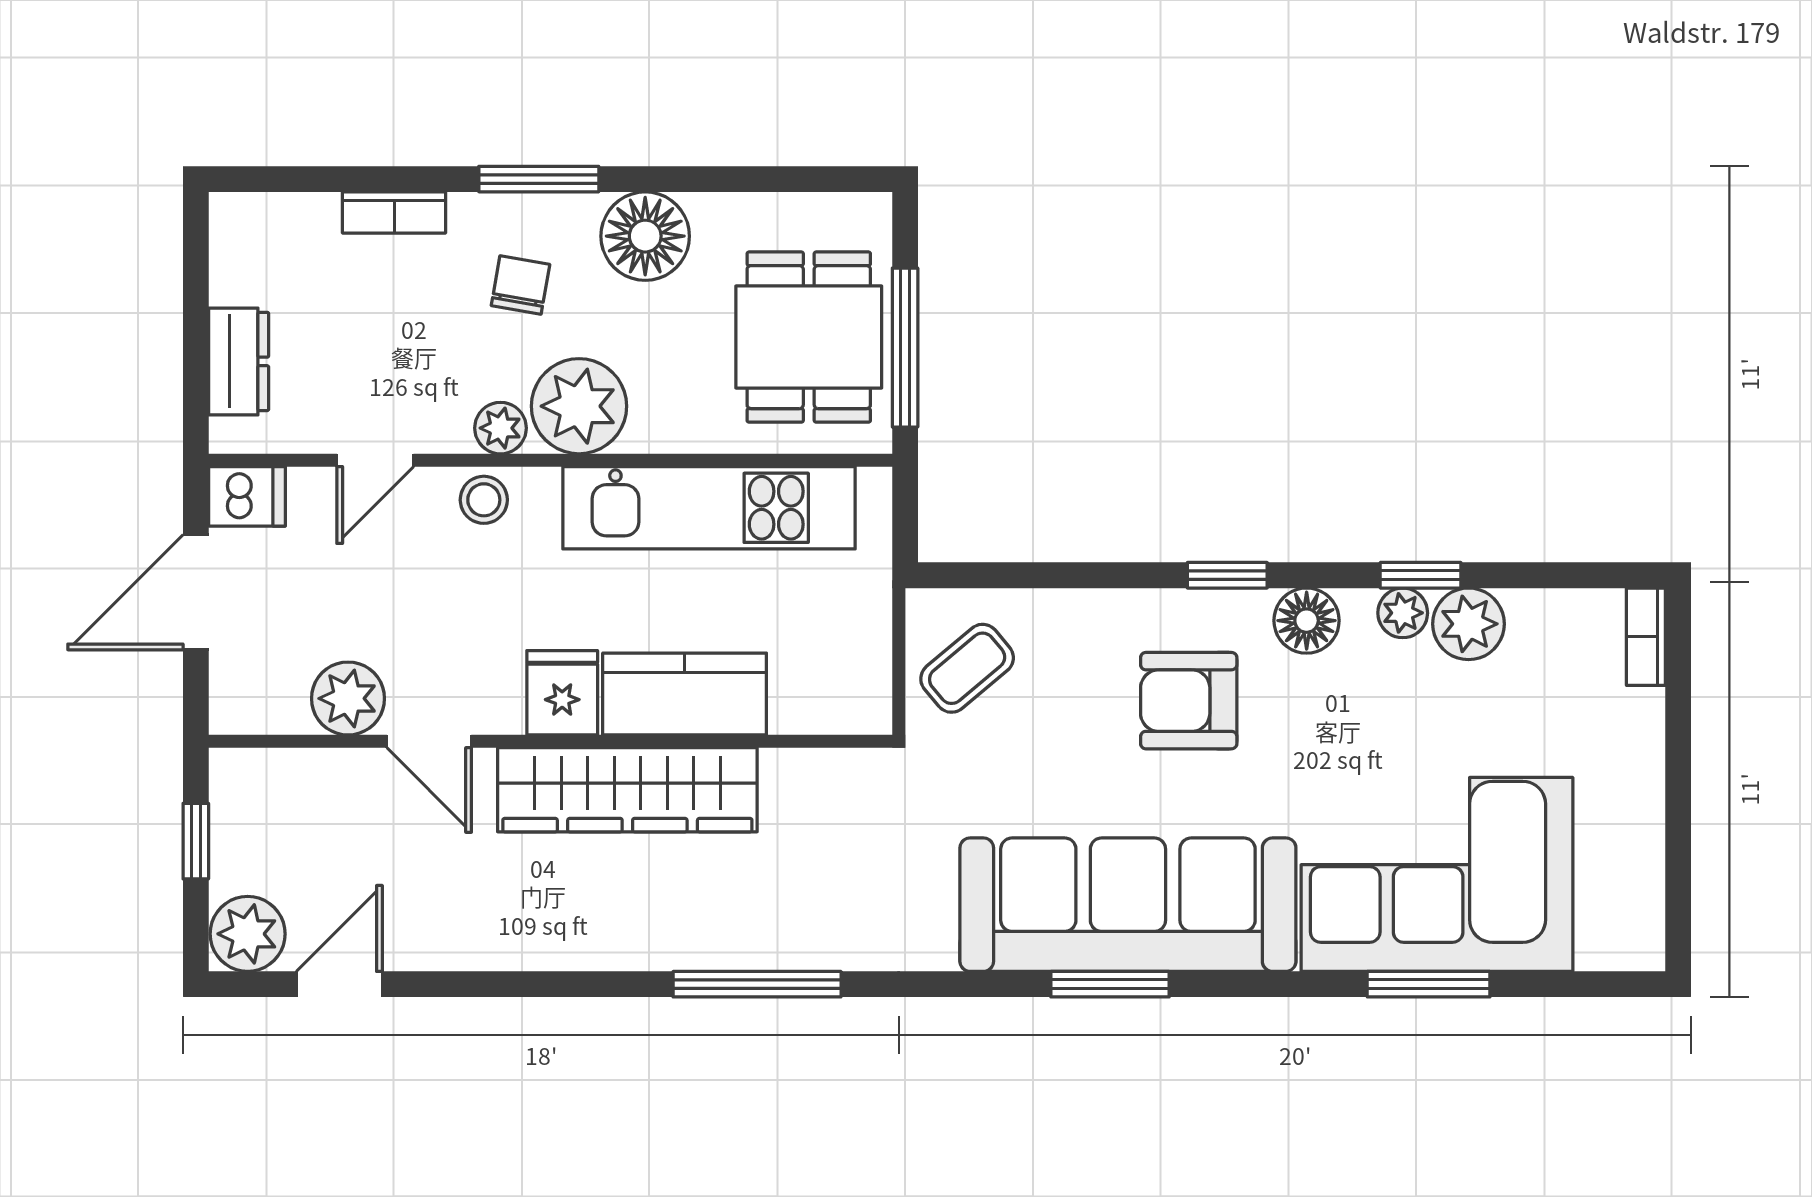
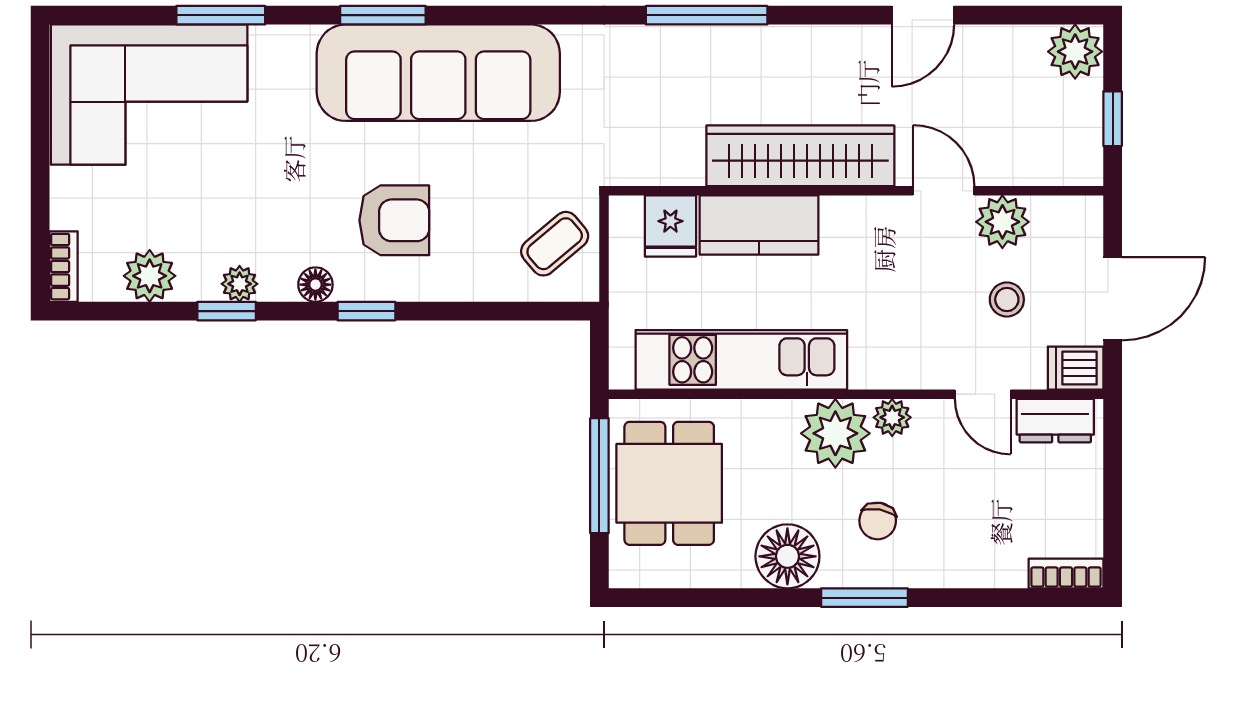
bookcase: (394, 212) -> (1066, 573), moved
dresser: (239, 361) -> (1055, 421), moved, turned -90
door: (375, 460) -> (983, 394), swing flipped
stool: (484, 500) -> (1007, 300), moved
floor lamp: (1307, 621) -> (315, 285), width x0.73, depth x0.73
plant: (1468, 624) -> (150, 276), moved
fridge: (562, 693) -> (670, 226), moved
corner sofa: (1437, 874) -> (149, 95), moved
door: (339, 984) -> (923, 15), moved
window: (1110, 984) -> (383, 15), moved

